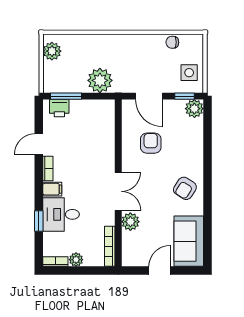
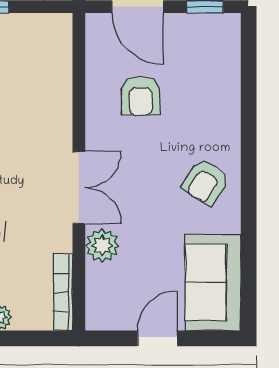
plant: (194, 109) -> (223, 30), removed
armchair: (151, 143) -> (141, 96), turned 180

